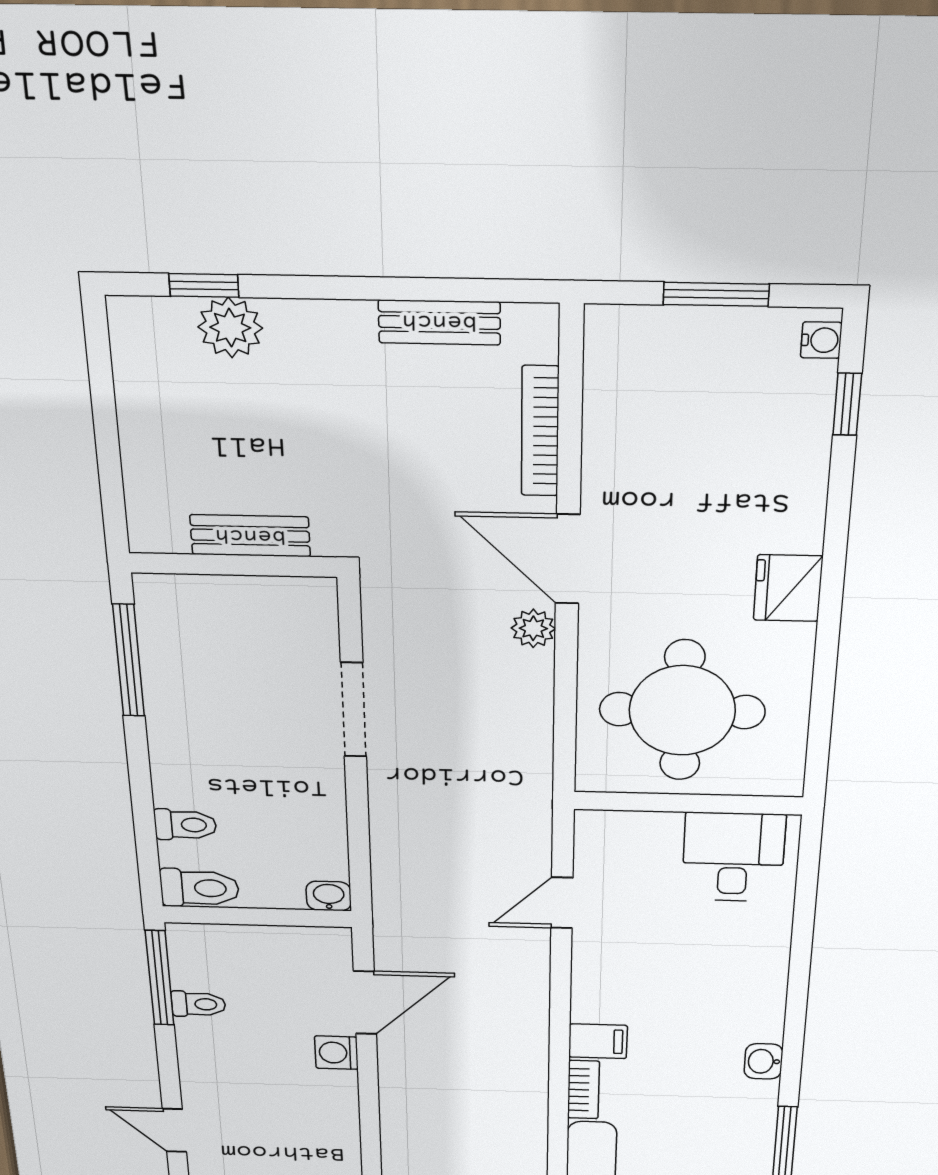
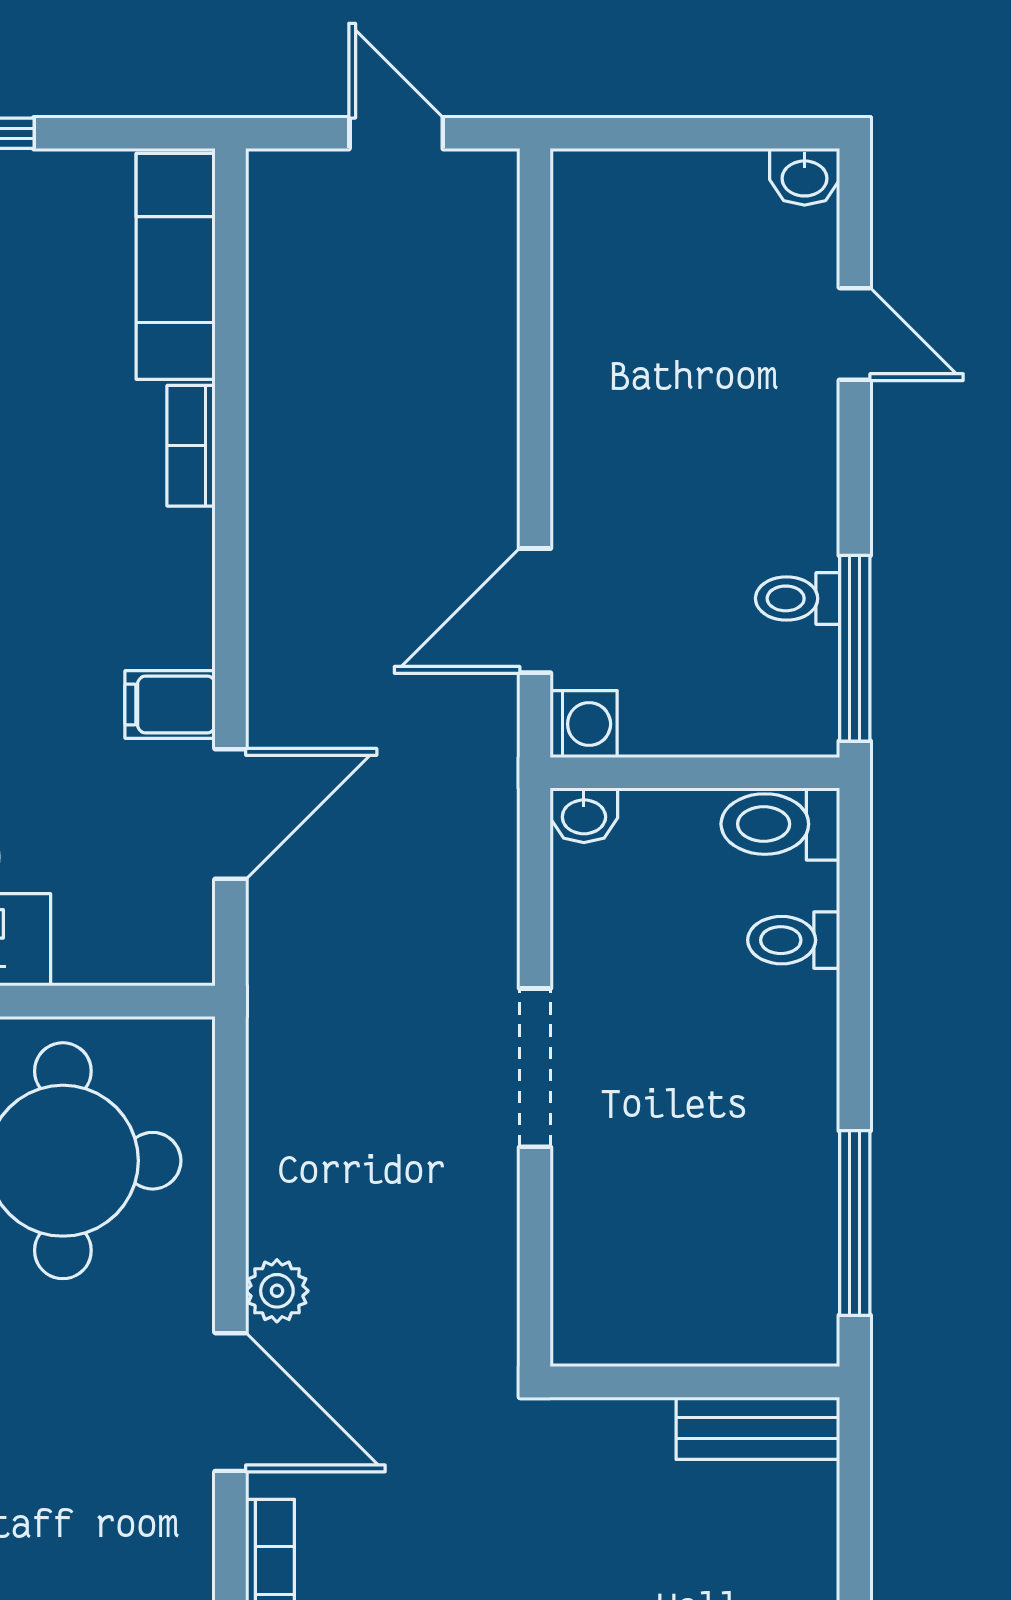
bench: (250, 536) -> (758, 1428), moved
doorway: (354, 710) -> (535, 1068), moved
door: (562, 903) -> (230, 814), width x1.38
filing cabinet: (598, 1041) -> (170, 705), moved
washing machine: (336, 1053) -> (584, 724), moved

